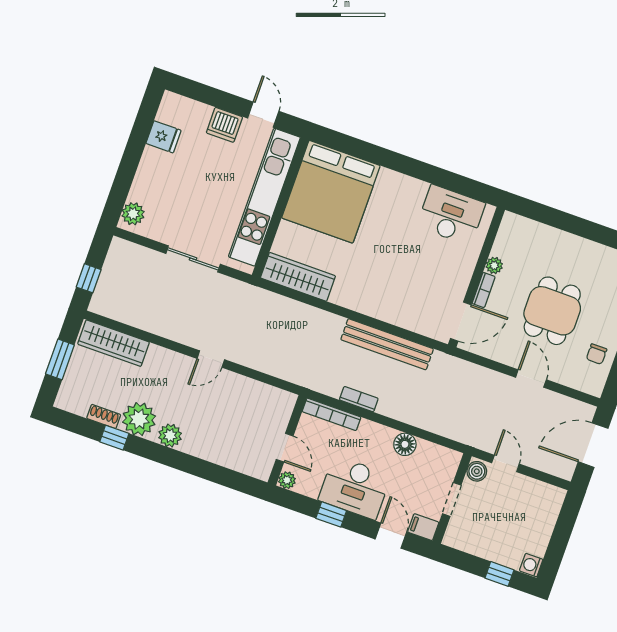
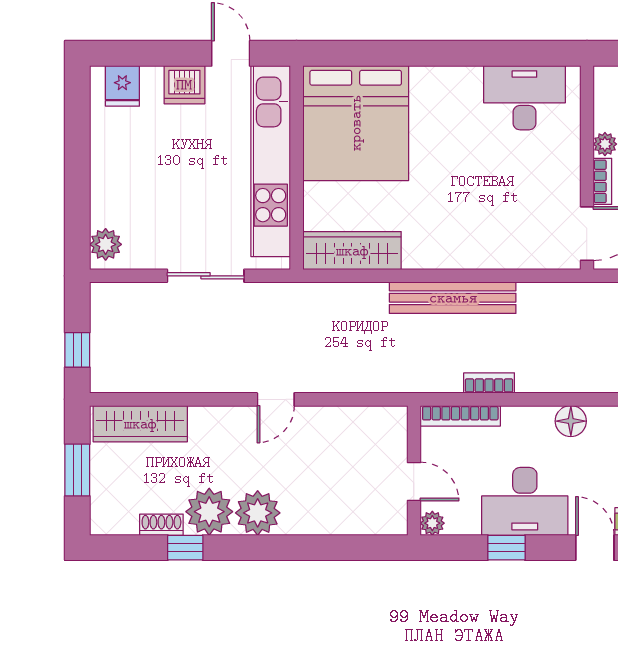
fridge: (164, 137) -> (122, 86), moved, turned 90
bench: (387, 344) -> (453, 298), moved
plant: (170, 435) -> (258, 513), width x1.36, depth x1.36

